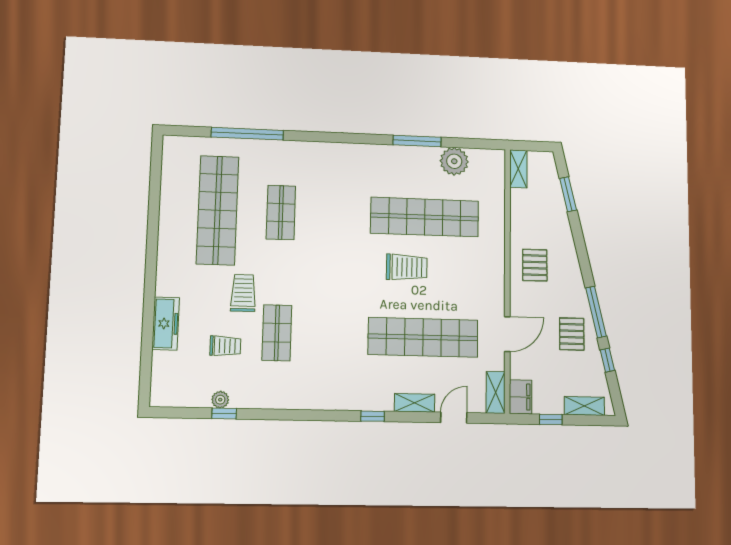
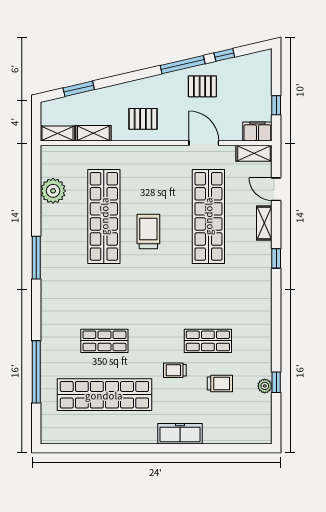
window: (417, 141) -> (36, 258), moved
trolley: (243, 293) -> (175, 370), width x0.73, depth x0.72
freezer: (166, 323) -> (180, 434), moved
trolley: (225, 346) -> (220, 384), turned 90
shelving: (584, 406) -> (93, 133), moved, turned 90

